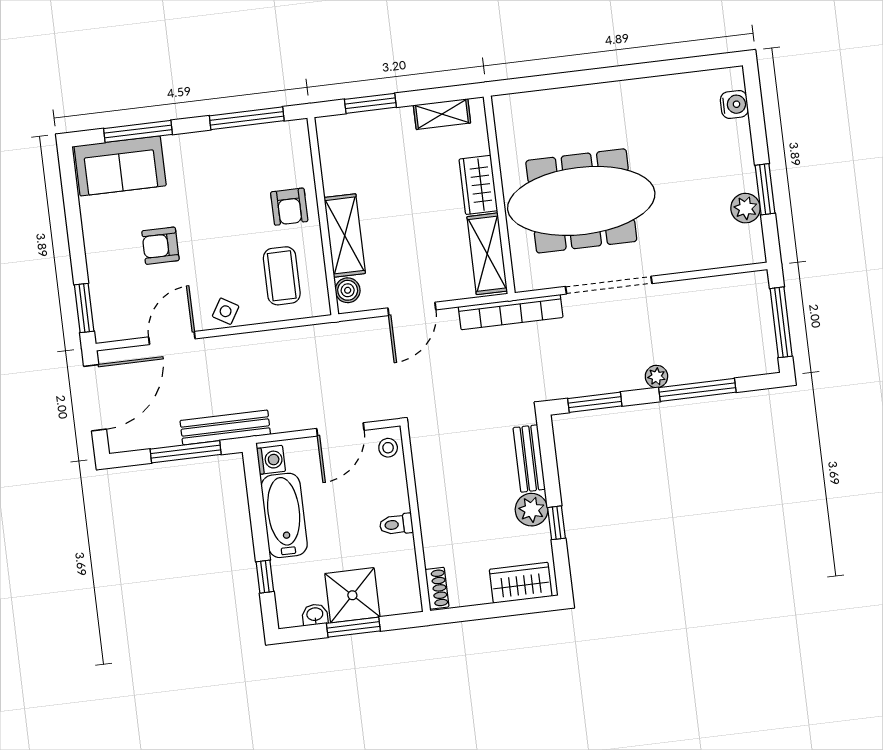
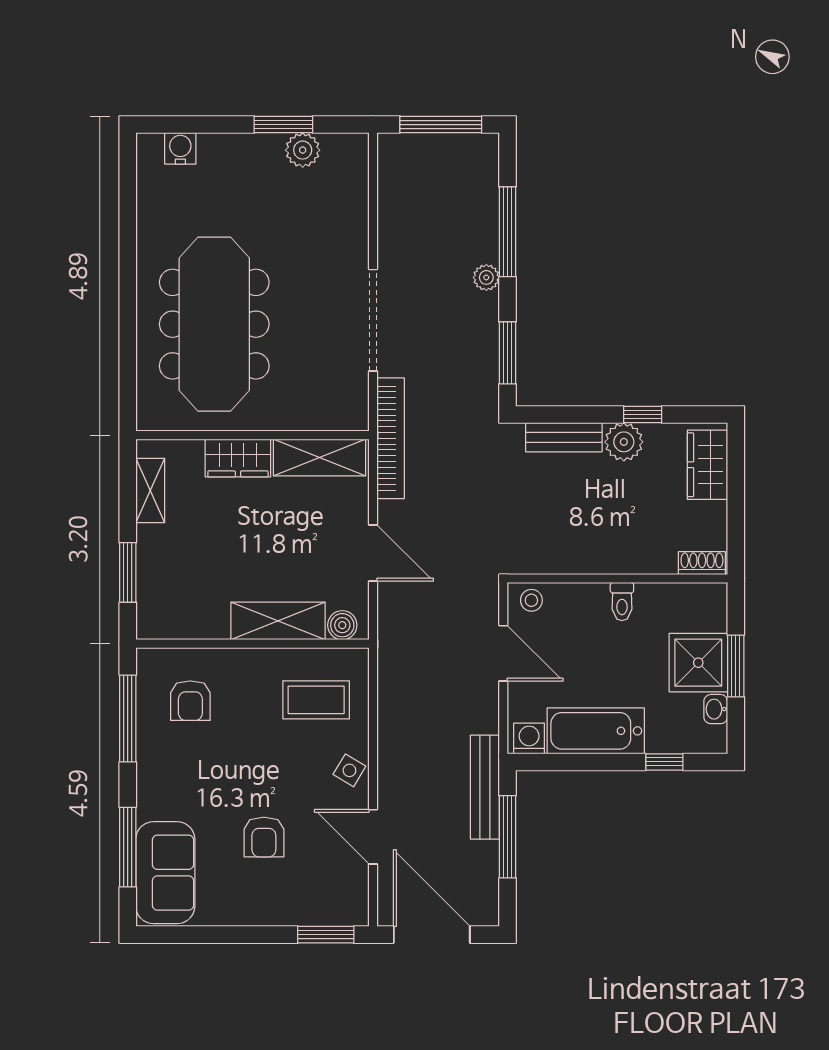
meeting table: (581, 201) -> (214, 324), moved
armchair: (289, 207) -> (190, 701), moved, turned 90

